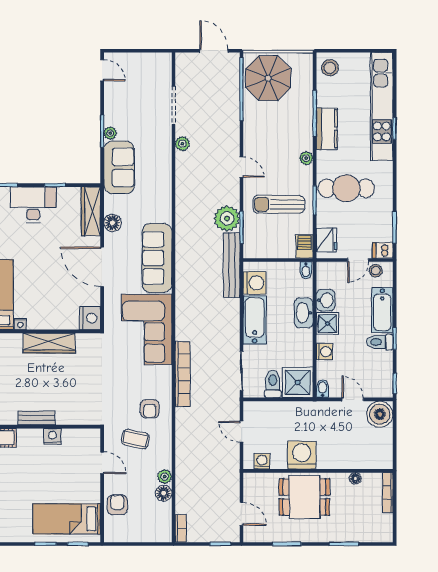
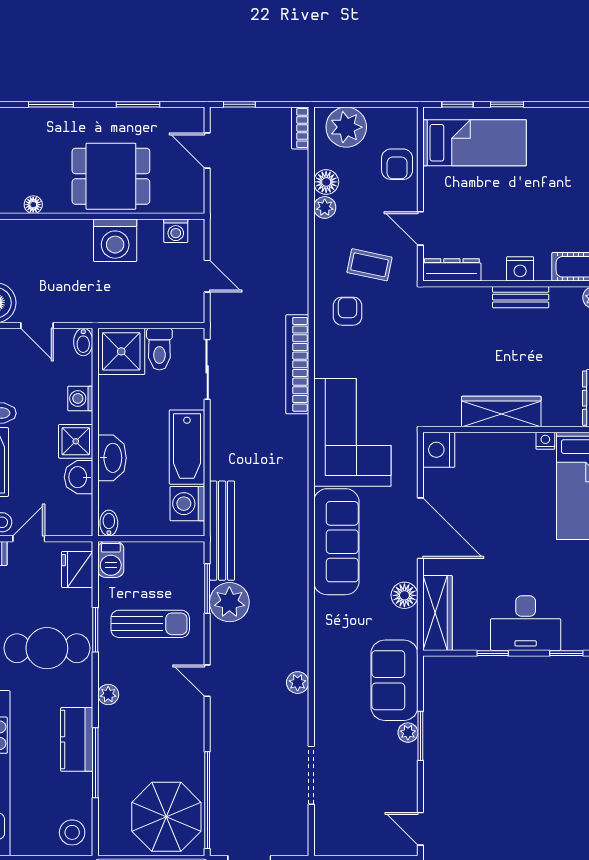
plant: (182, 144) -> (298, 683), moved
nightstand: (52, 436) -> (520, 269), moved
dresser: (81, 436) -> (452, 270), added
plant: (151, 529) -> (346, 127), added

